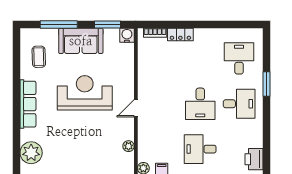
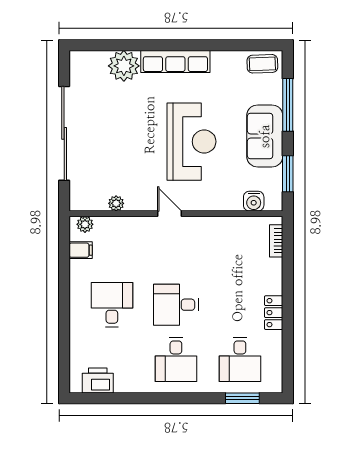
water cooler: (127, 35) -> (254, 201), moved, turned 90
locker: (180, 35) -> (274, 313), moved
coffee table: (39, 57) -> (262, 64), moved
desk: (239, 58) -> (240, 359), turned 90
window: (267, 84) -> (242, 398), moved
plant: (31, 153) -> (124, 66), moved

